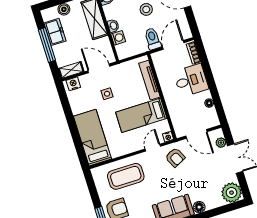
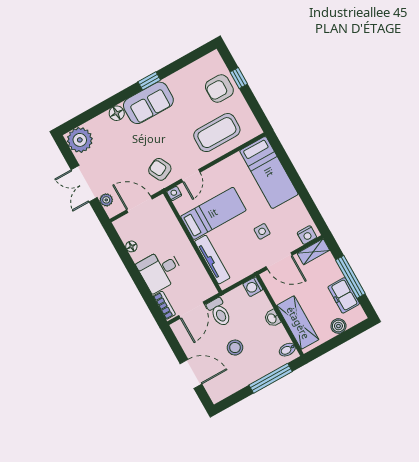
washing machine: (118, 38) -> (253, 287), moved

